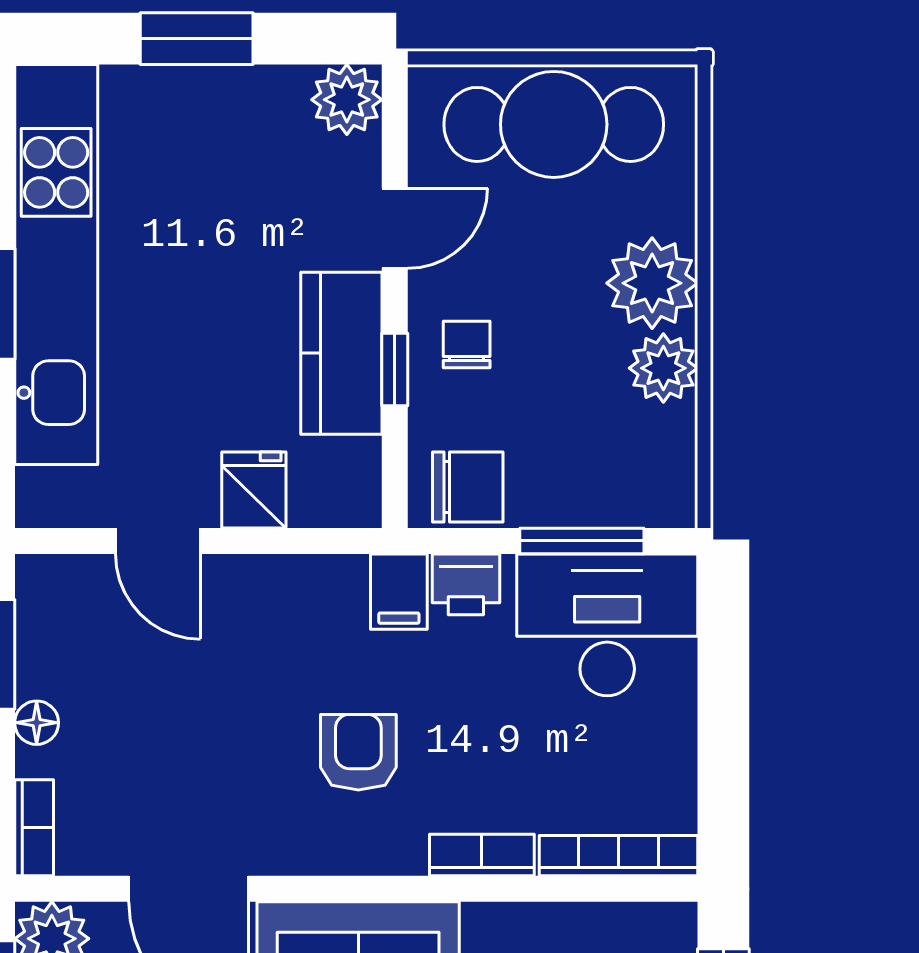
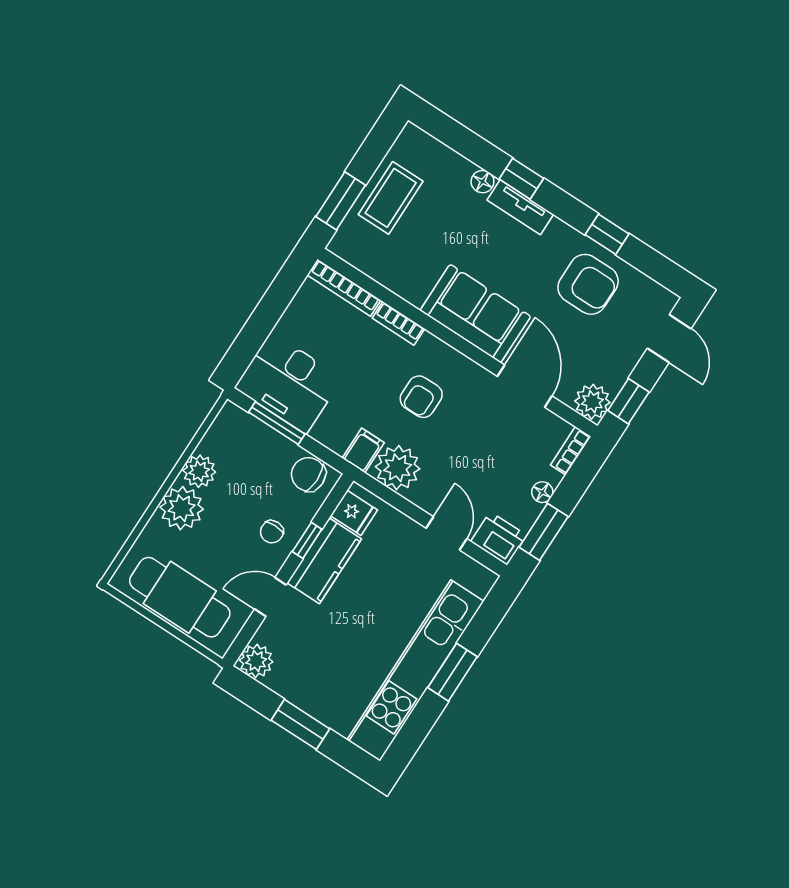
fridge: (254, 490) -> (354, 513), moved, turned -90
printer: (466, 584) -> (499, 538), moved, width x1.36, depth x1.24
plant: (319, 601) -> (398, 468), added

